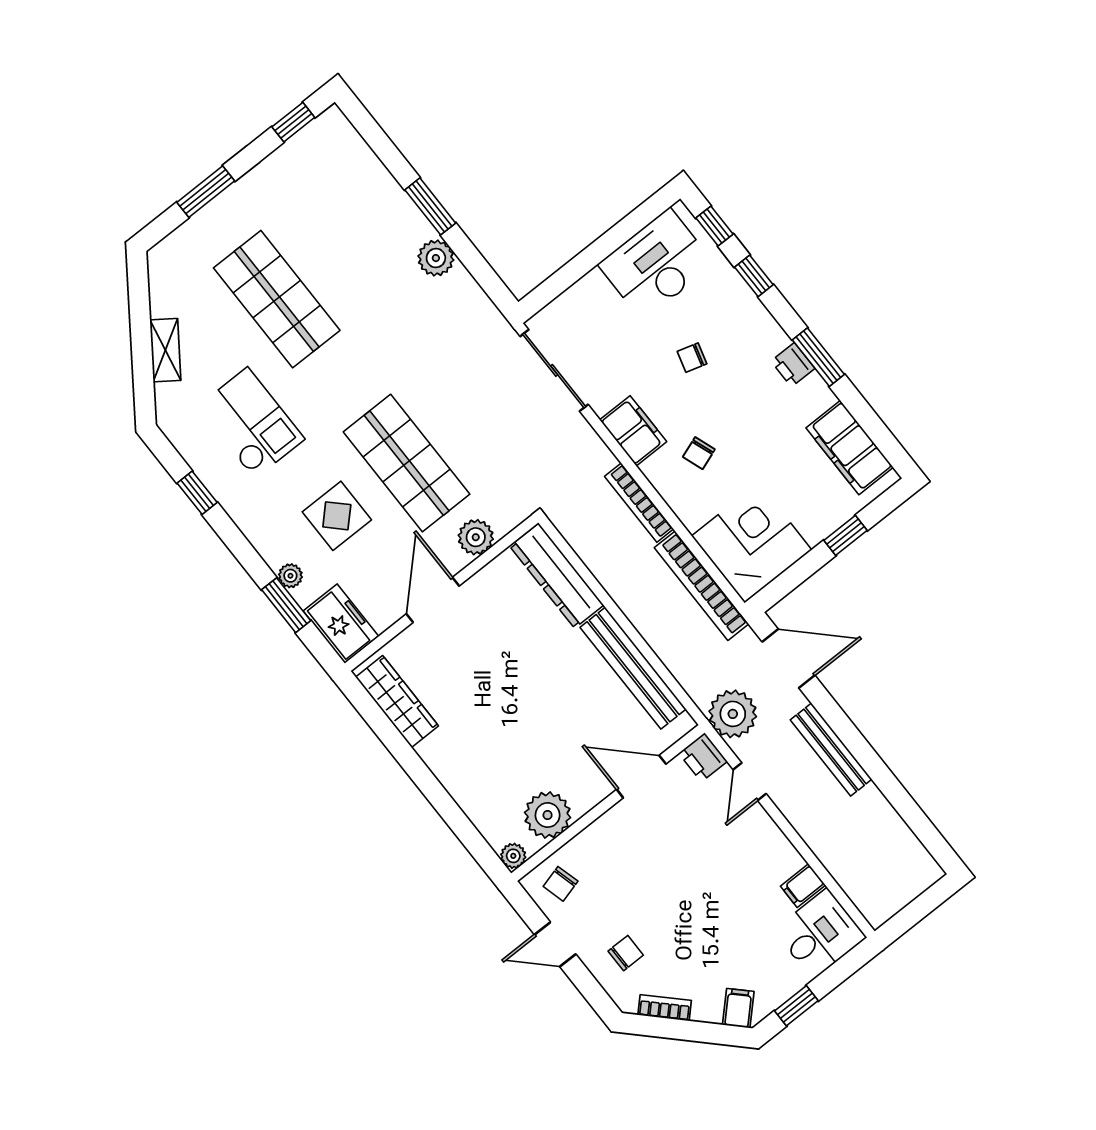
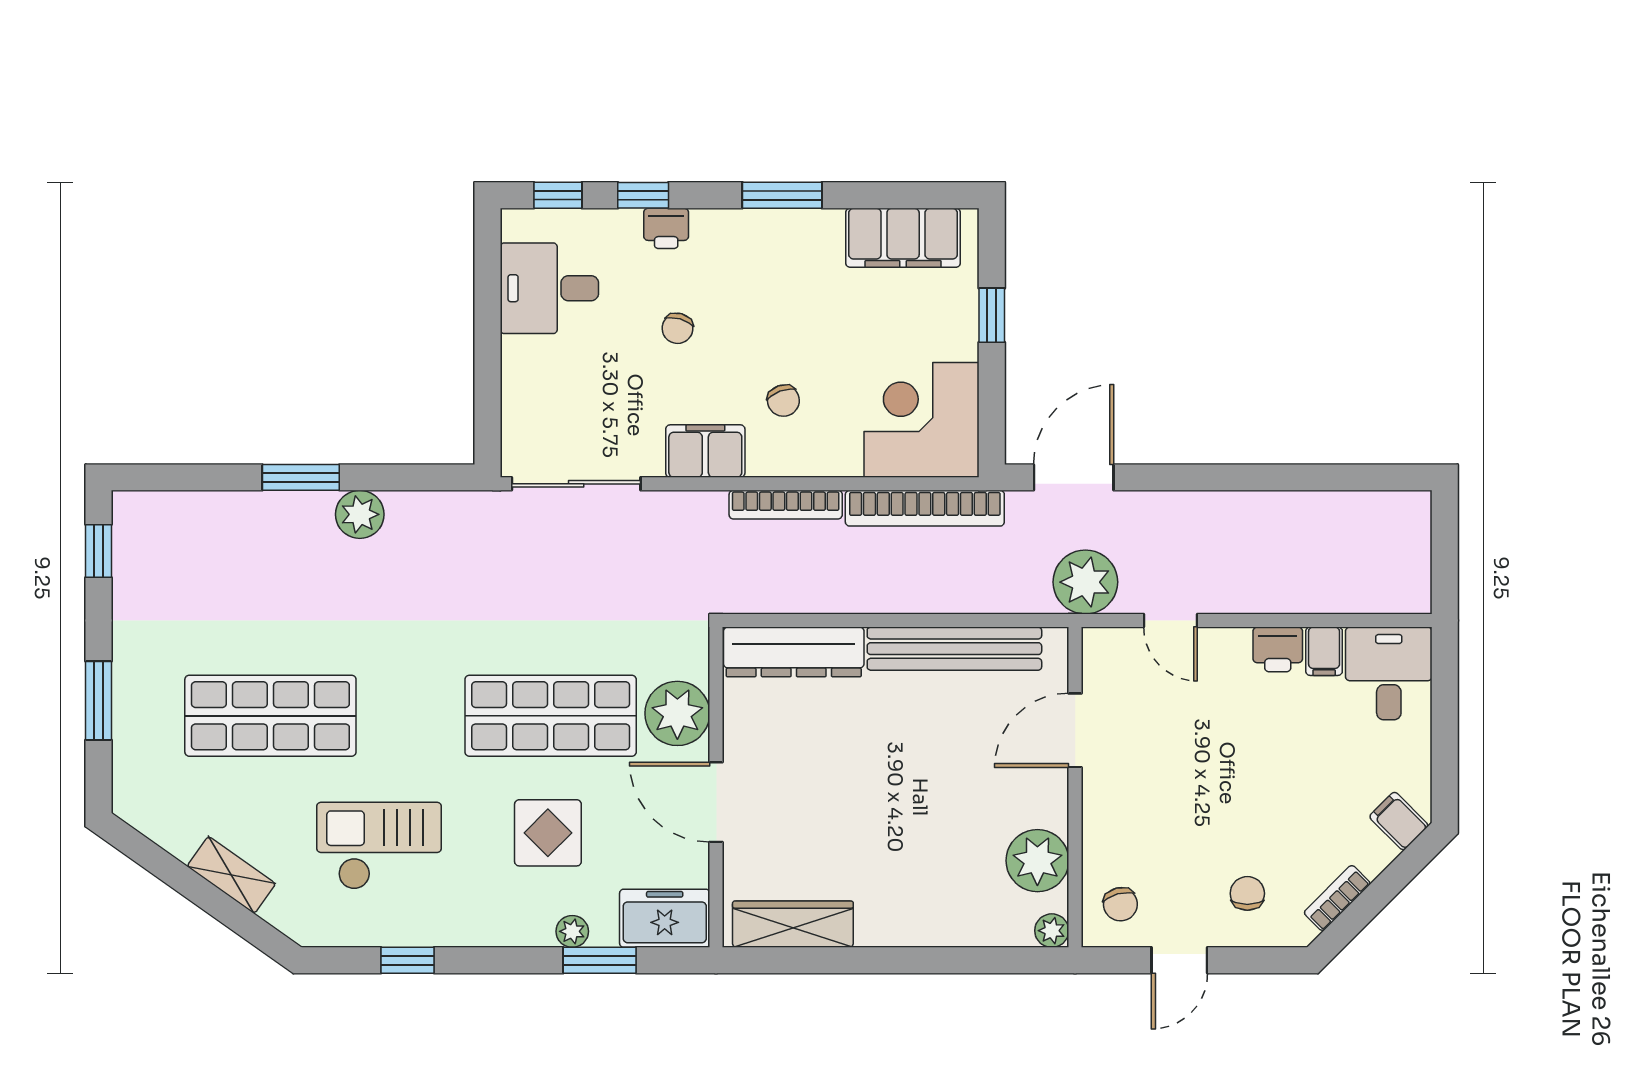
desk: (656, 264) -> (549, 288), width x0.73
printer: (793, 365) -> (666, 228), moved
plant: (476, 537) -> (677, 713), width x1.36, depth x1.36
bench: (831, 750) -> (1205, 508), removed
printer: (703, 757) -> (1278, 649), moved
window: (796, 1006) -> (1445, 758), removed

